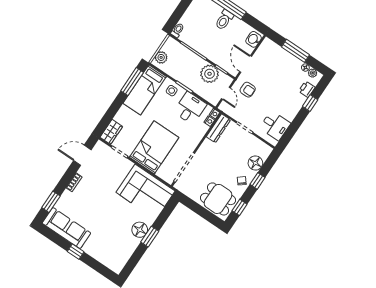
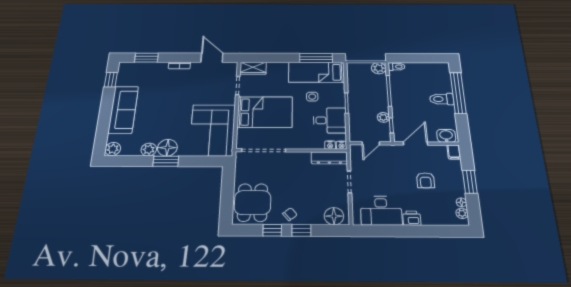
filing cabinet: (268, 44) -> (454, 152), added
window: (296, 51) -> (470, 182), width x0.69
plant: (161, 57) -> (379, 68), moved
plant: (210, 74) -> (383, 117), width x0.53, depth x0.53
printer: (307, 89) -> (412, 218), moved
armchair: (248, 90) -> (426, 180), moved
side table: (172, 91) -> (312, 97), moved
window: (310, 103) -> (429, 231), removed
desk: (275, 126) -> (381, 211), width x1.37
floor lamp: (255, 163) -> (334, 216), moved
window: (240, 207) -> (272, 230), moved
sofa: (66, 228) -> (123, 110), moved
plant: (133, 243) -> (149, 150), added
window: (76, 252) -> (111, 80), moved
plant: (117, 266) -> (113, 149), added

